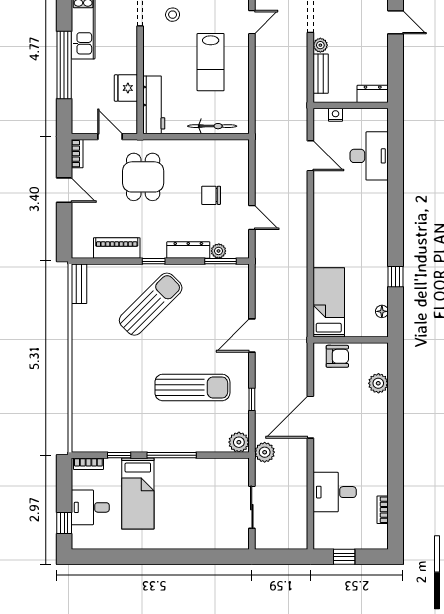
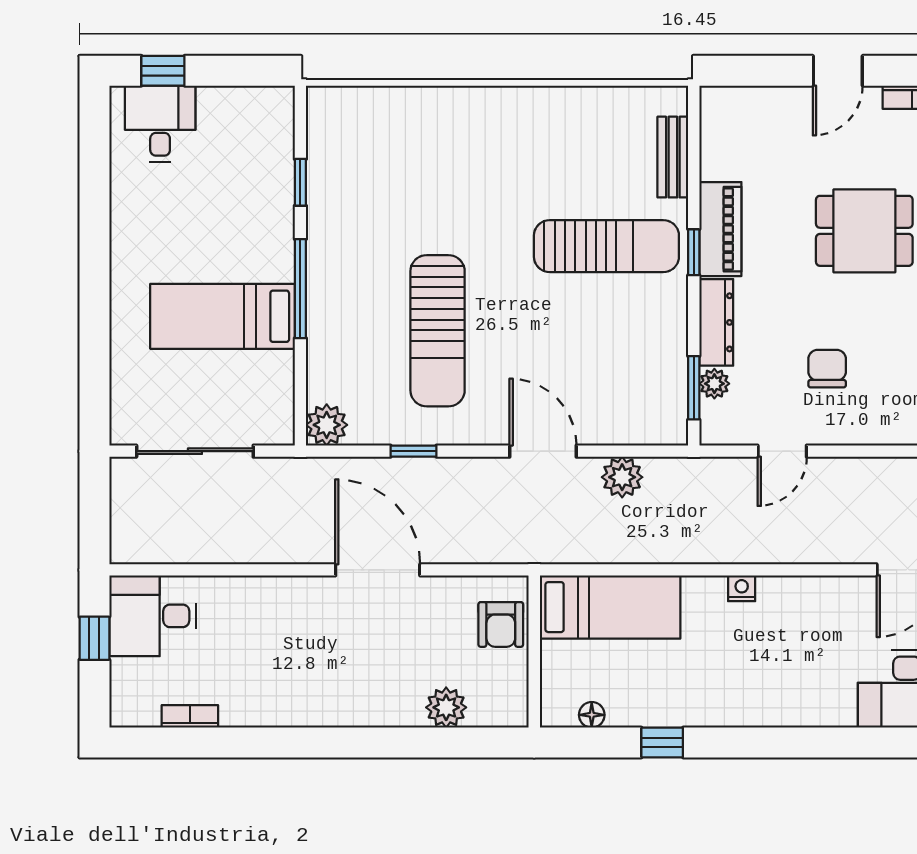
nightstand: (319, 237) -> (742, 588), added
piano: (117, 248) -> (720, 229), moved
bench: (79, 284) -> (673, 157), moved, turned 90
sun lounger: (151, 304) -> (606, 246), turned -45
plant: (265, 452) -> (622, 477), moved
bookcase: (88, 464) -> (283, 120), removed
desk: (335, 492) -> (153, 616), moved, turned -90
bed: (138, 494) -> (223, 316), moved
desk: (90, 507) -> (160, 124), moved
sliding door: (252, 507) -> (195, 451), width x1.37

